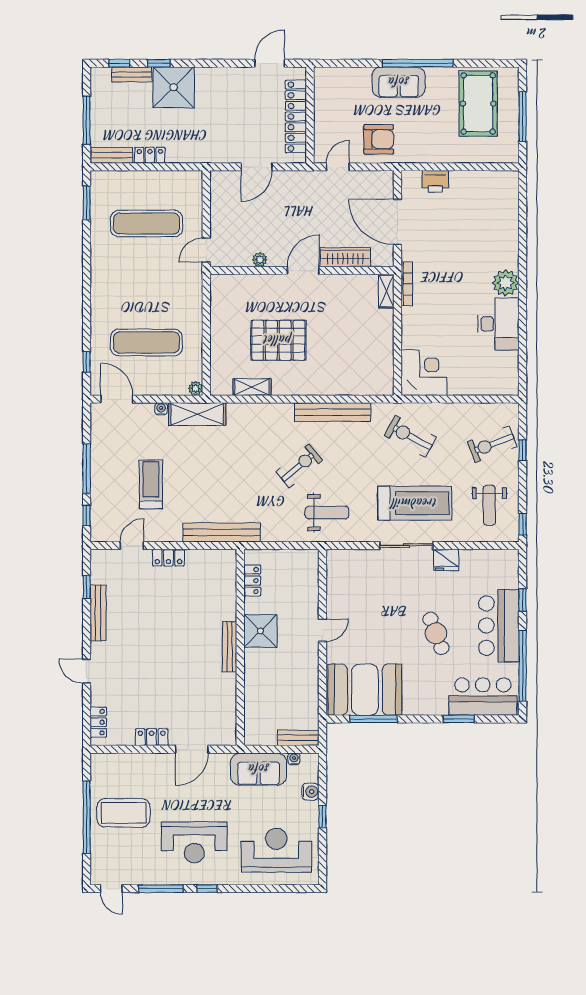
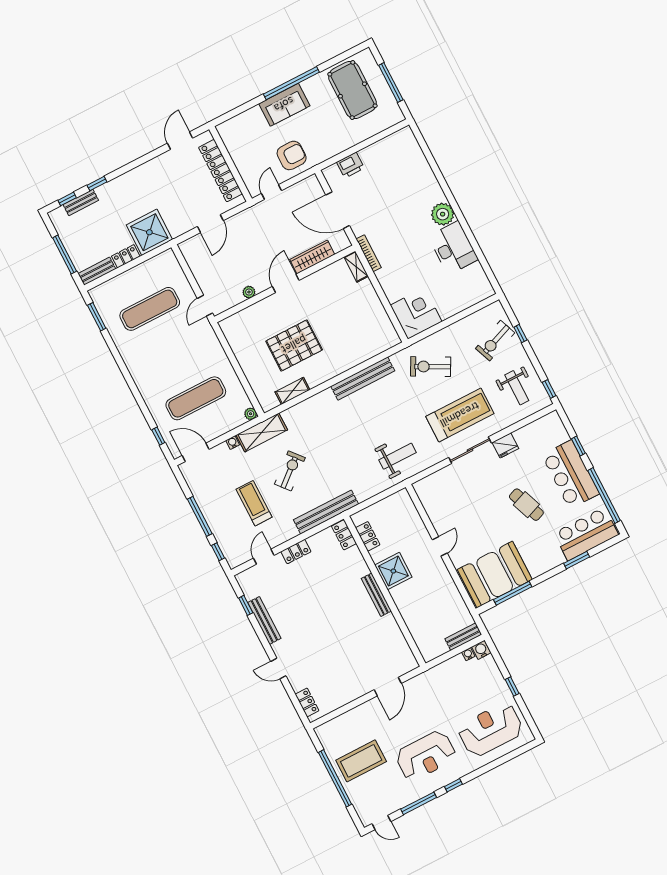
shower: (174, 87) -> (149, 232), moved
exercise bike: (299, 466) -> (290, 471), moved
locker: (152, 737) -> (344, 535), moved, turned -90
sofa: (259, 769) -> (446, 676), removed
water cooler: (310, 792) -> (481, 650), moved, turned -90

